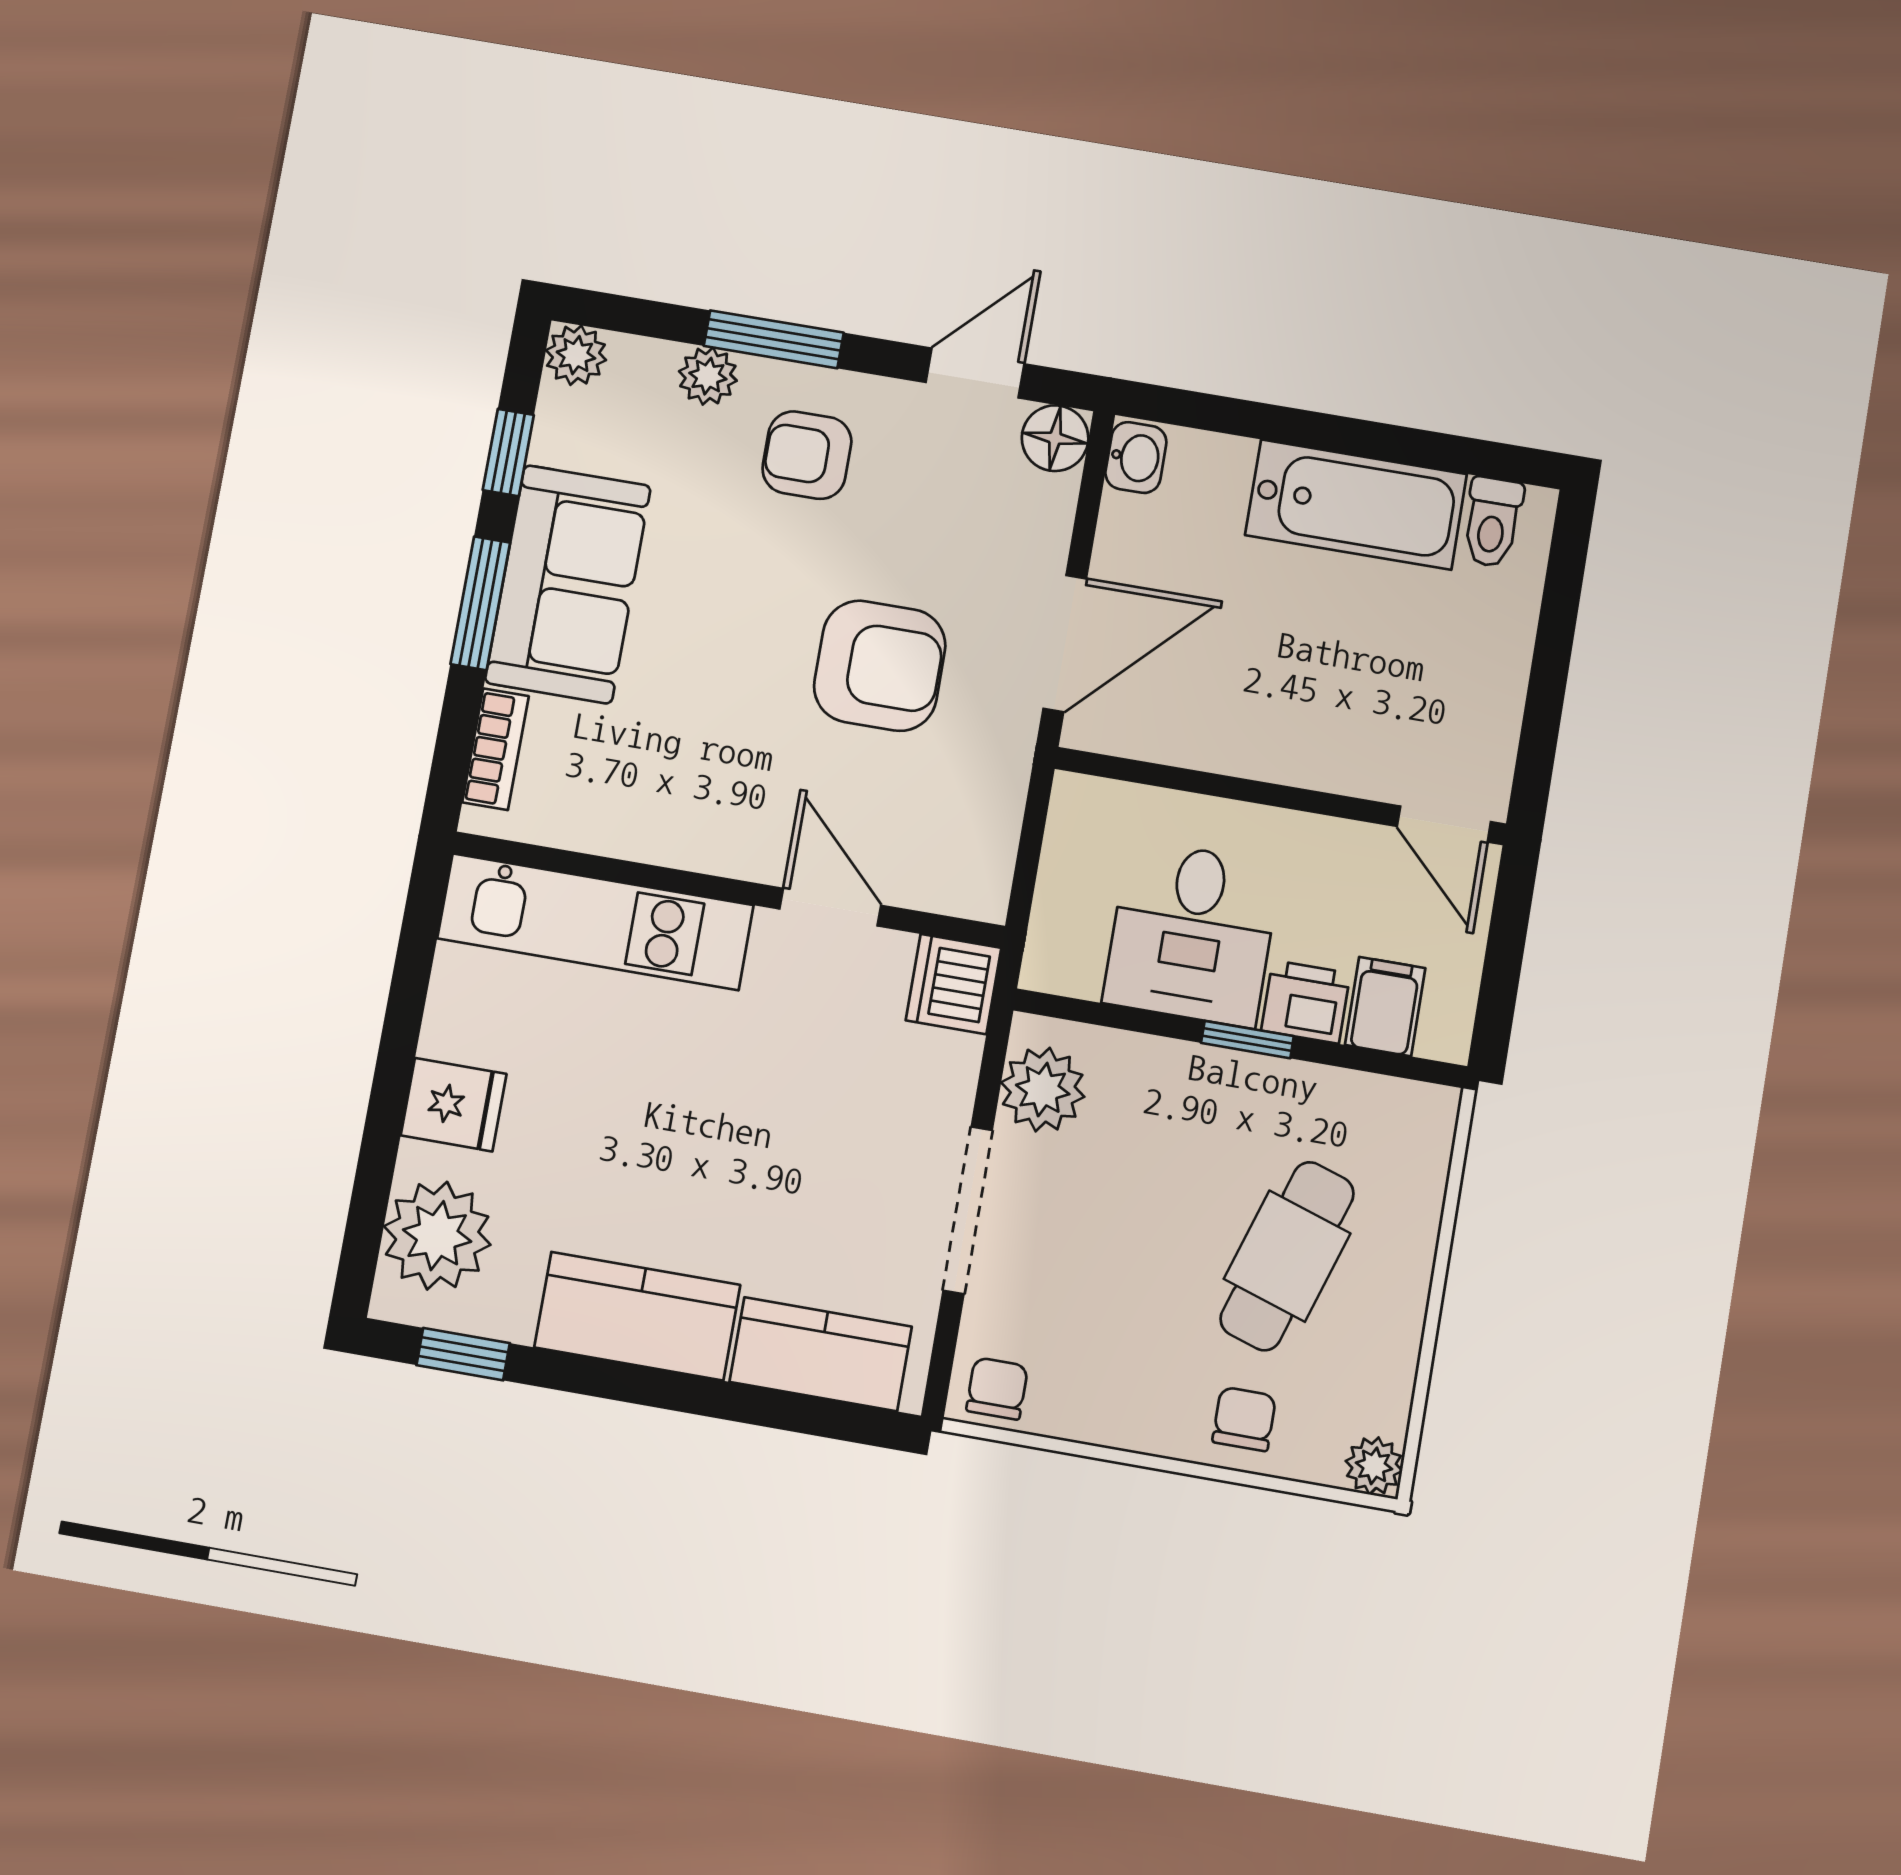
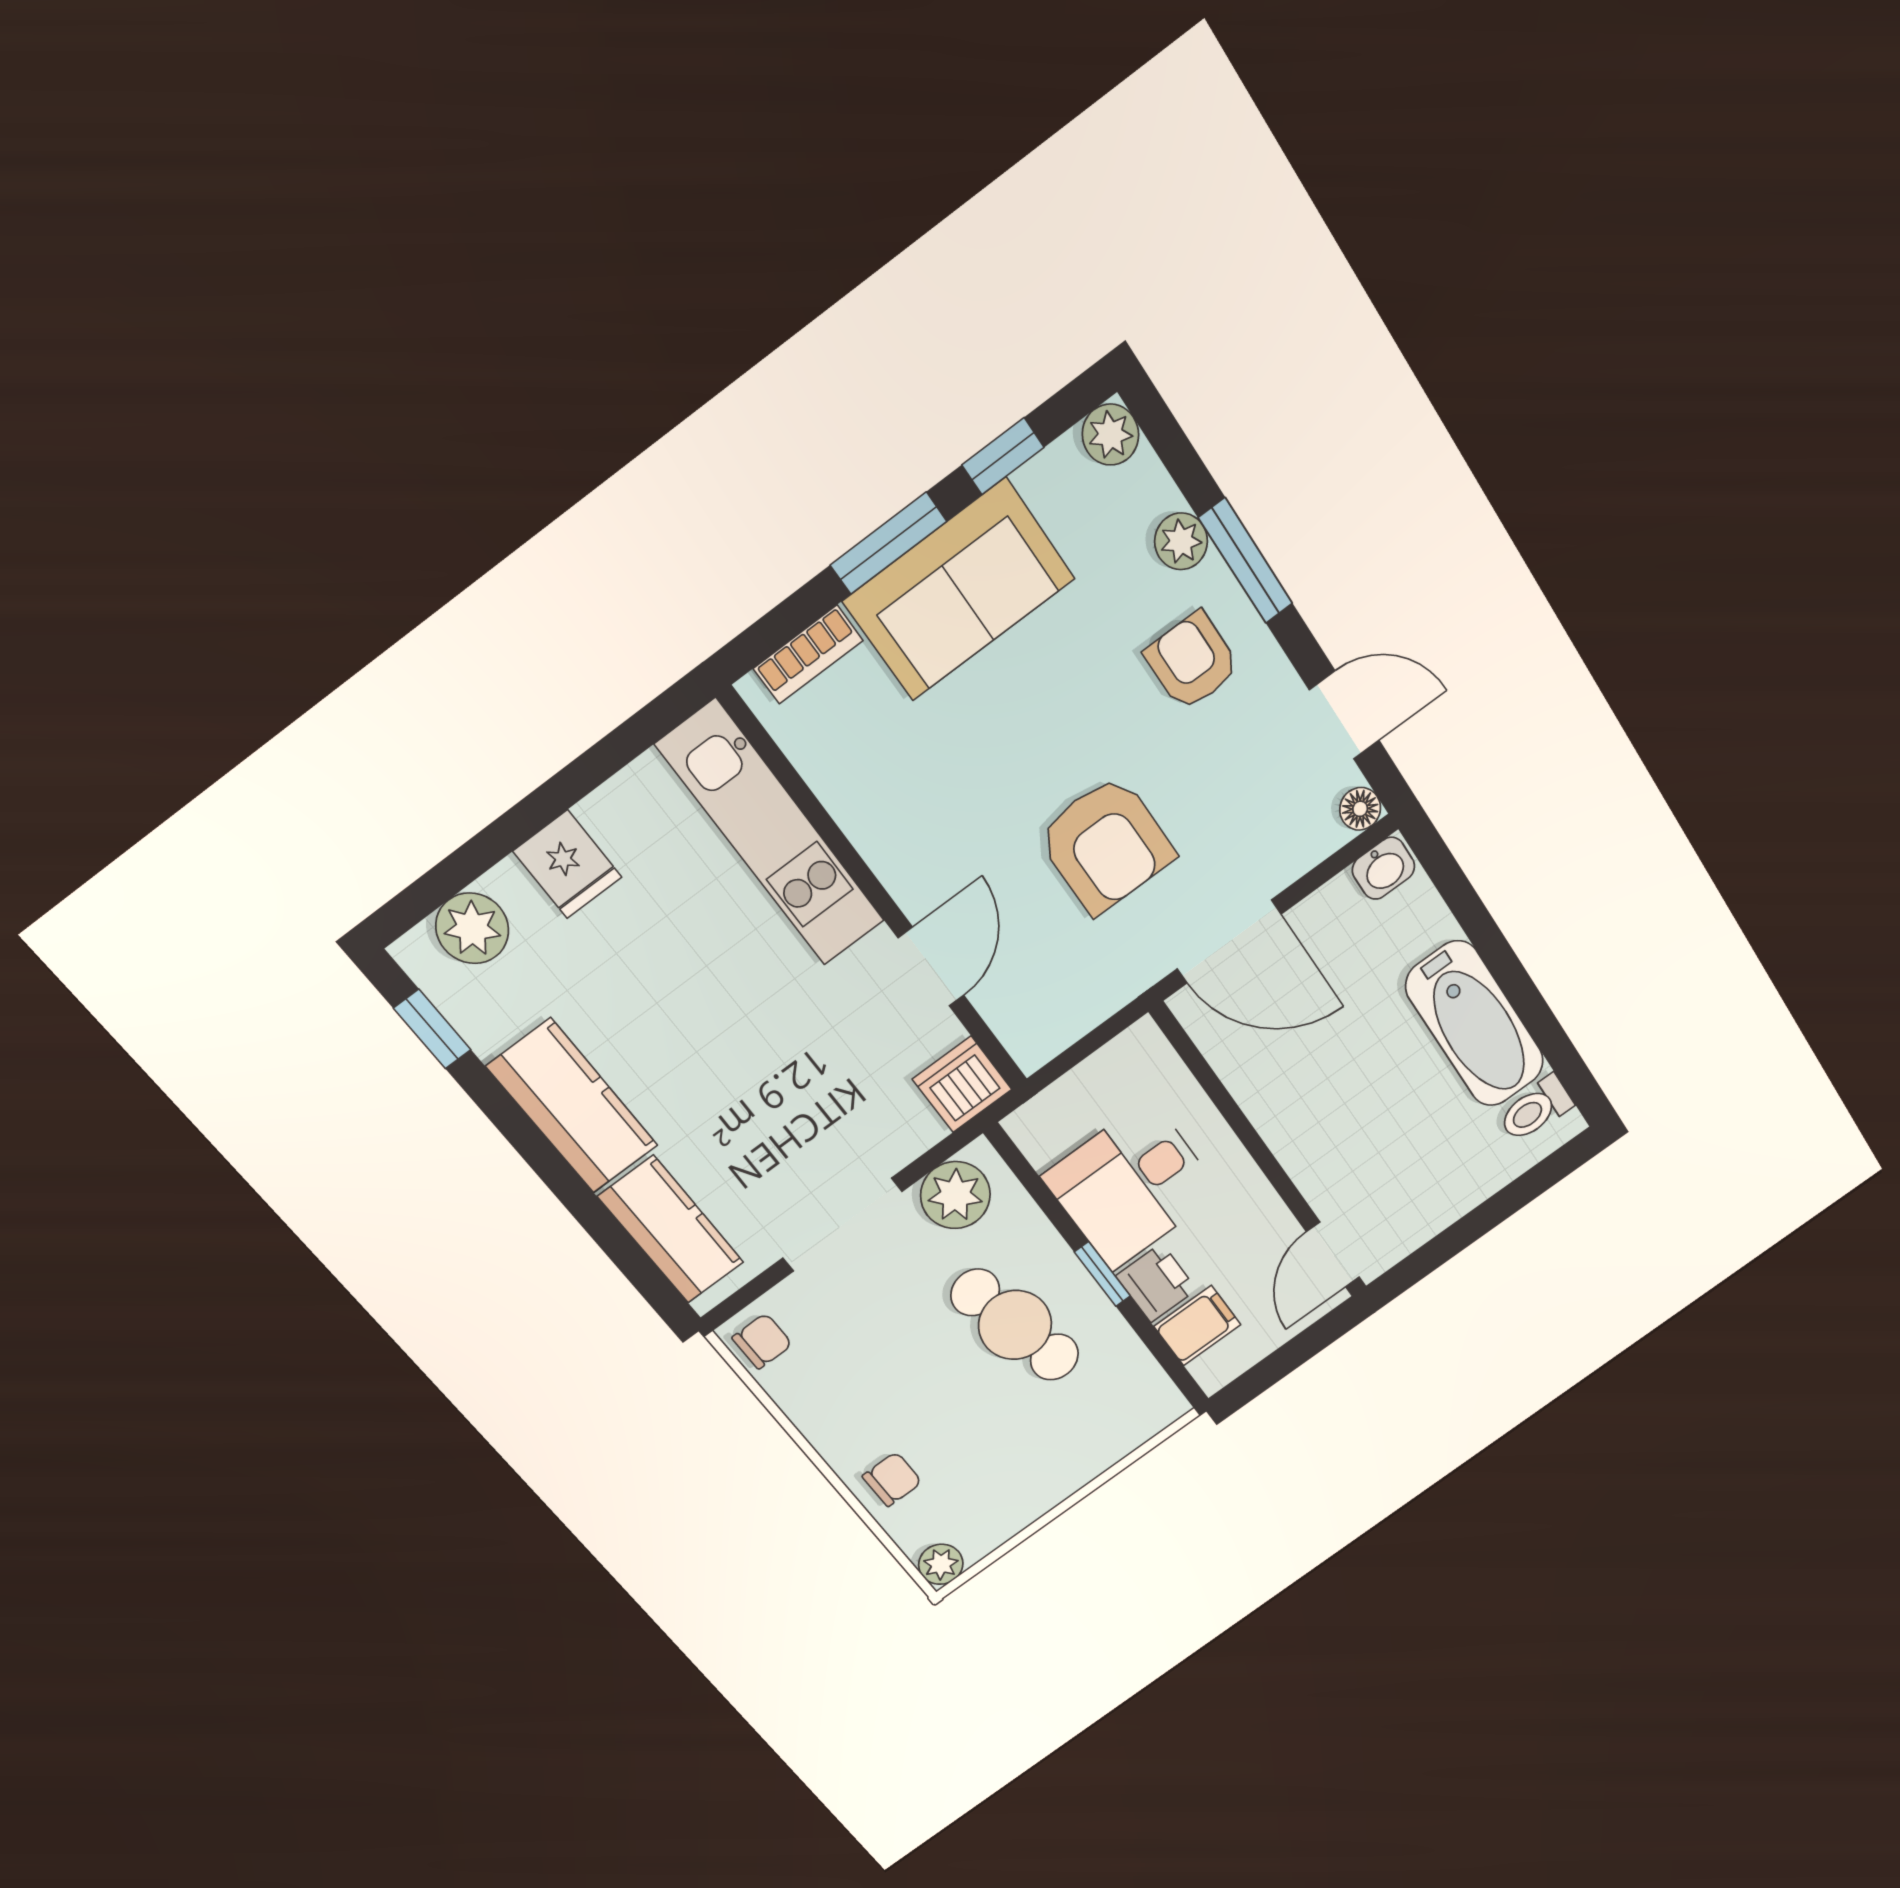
floor lamp: (1055, 438) -> (1360, 809), width x0.73, depth x0.73
plant: (437, 1236) -> (472, 928), width x0.73, depth x0.73
cafe table: (1287, 1256) -> (1015, 1325), moved, turned 60

